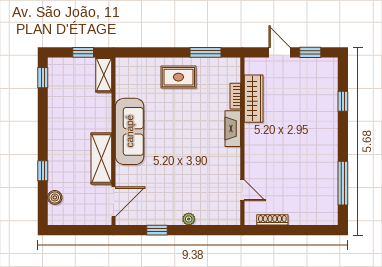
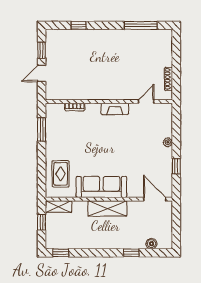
rug: (178, 77) -> (61, 174), moved
wardrobe: (254, 99) -> (77, 93), removed
fireplace: (233, 129) -> (115, 109), moved
shelving: (101, 159) -> (107, 208), moved

